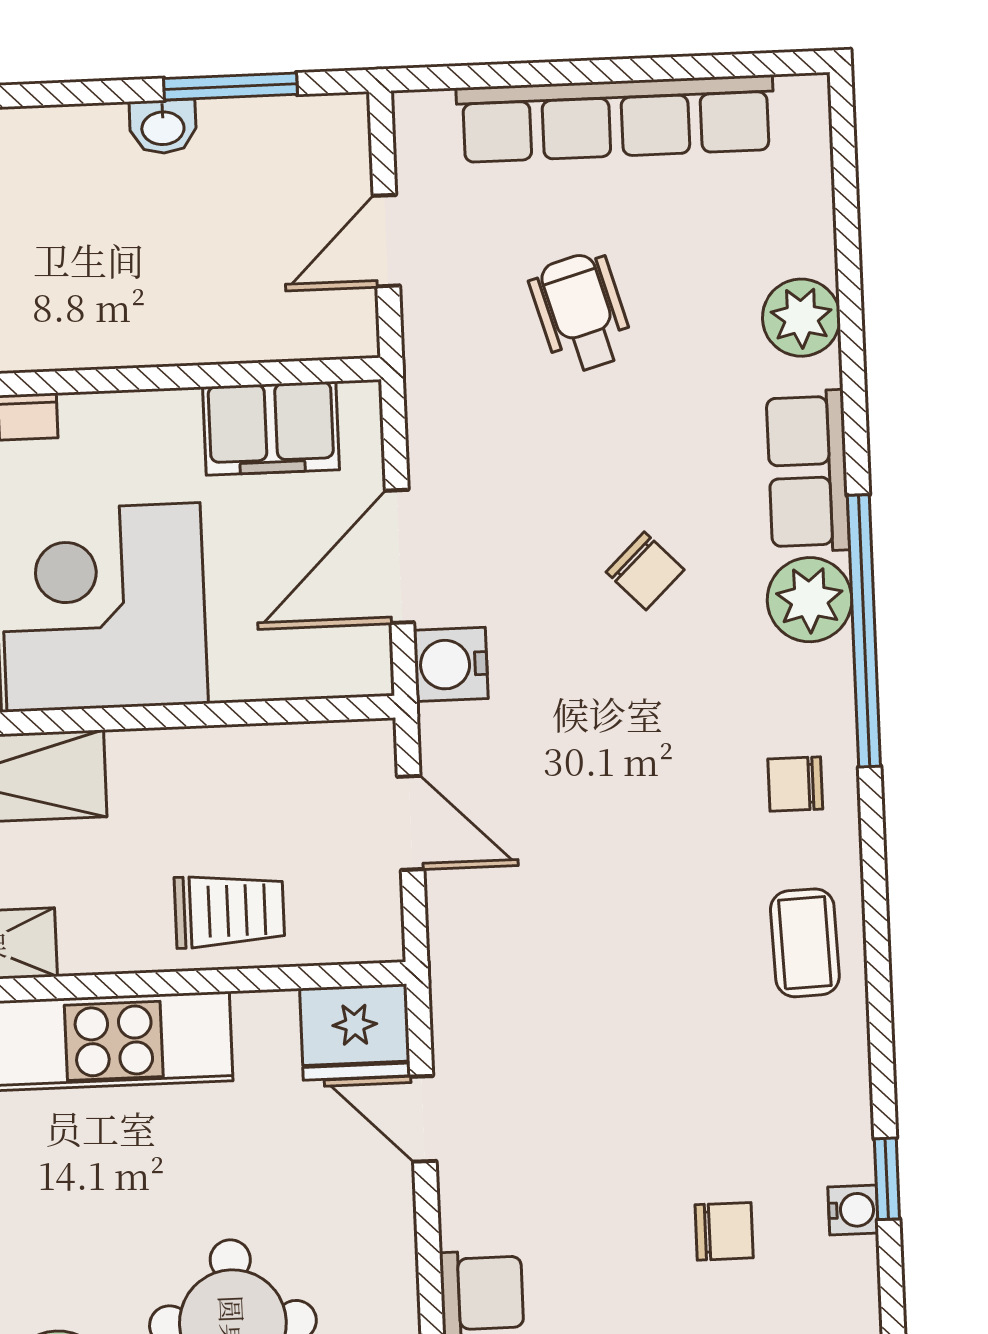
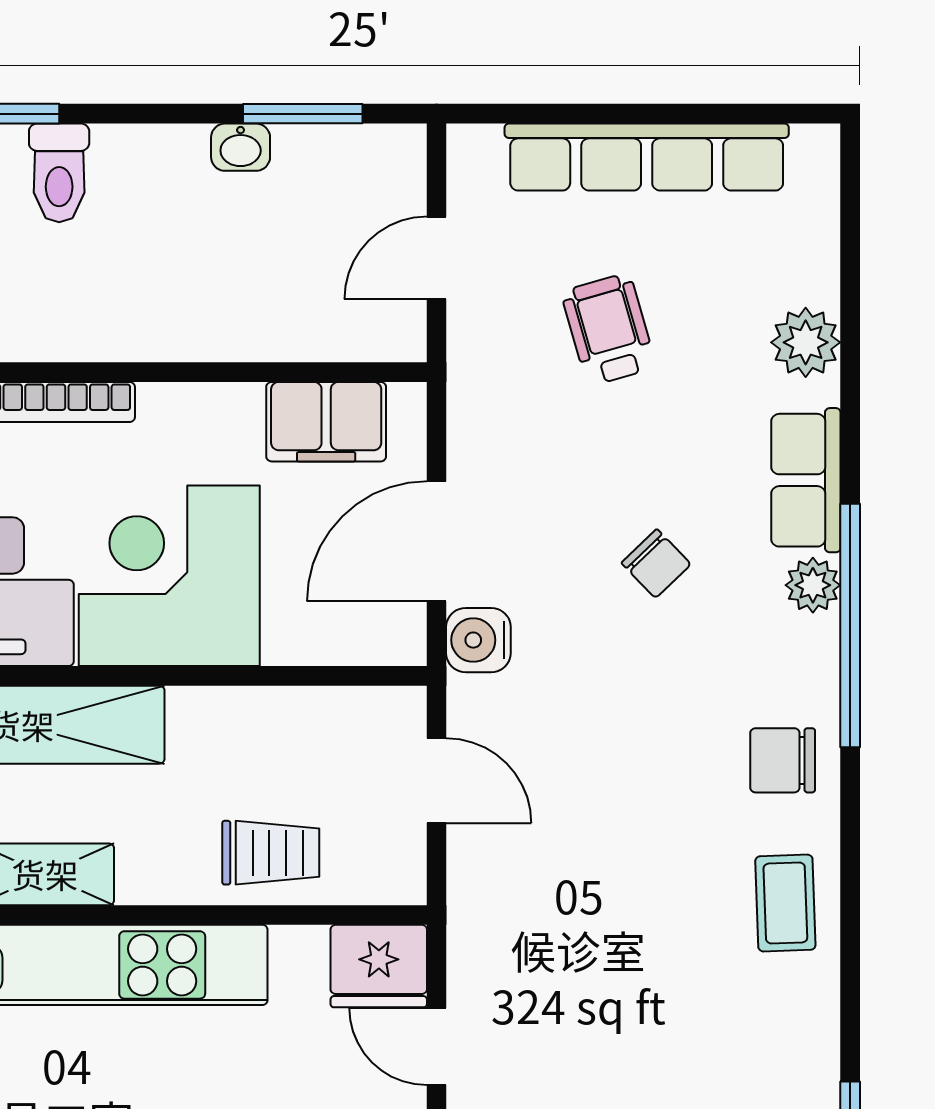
plant: (810, 600) -> (813, 585), width x0.73, depth x0.73
chair: (795, 784) -> (783, 760), width x1.37, depth x1.37

